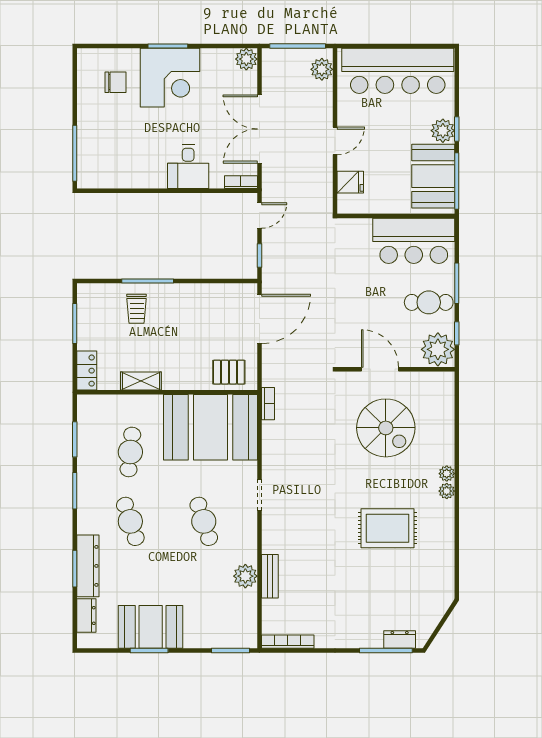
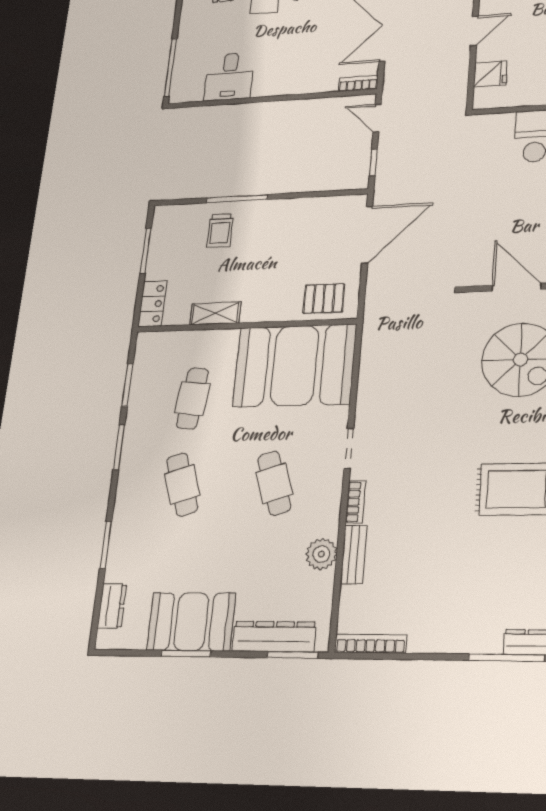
desk: (188, 167) -> (229, 77), moved
door: (259, 215) -> (377, 118), swing flipped
bookcase: (268, 404) -> (356, 502), moved
dresser: (88, 566) -> (274, 637), moved, turned -90

